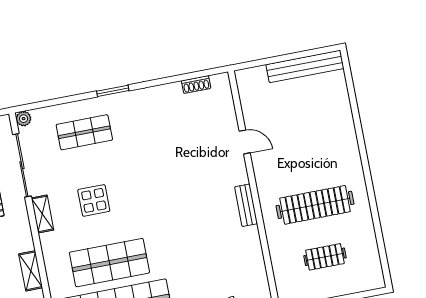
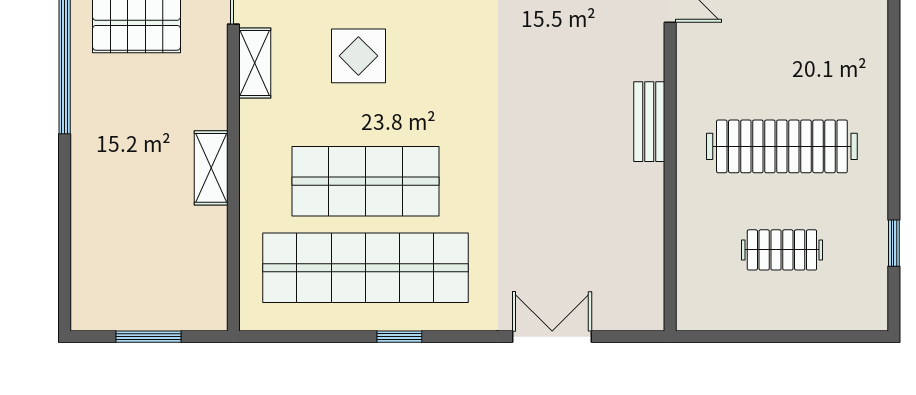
window: (380, 243) -> (894, 243), added

